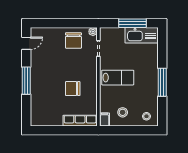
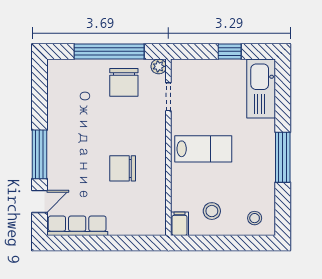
window: (65, 23) -> (109, 51), added
window: (132, 23) -> (230, 51), width x0.46
kitchen sink: (142, 35) -> (261, 89), moved, turned 90
door: (26, 43) -> (39, 201), moved
row of seats: (80, 121) -> (77, 226), moved

